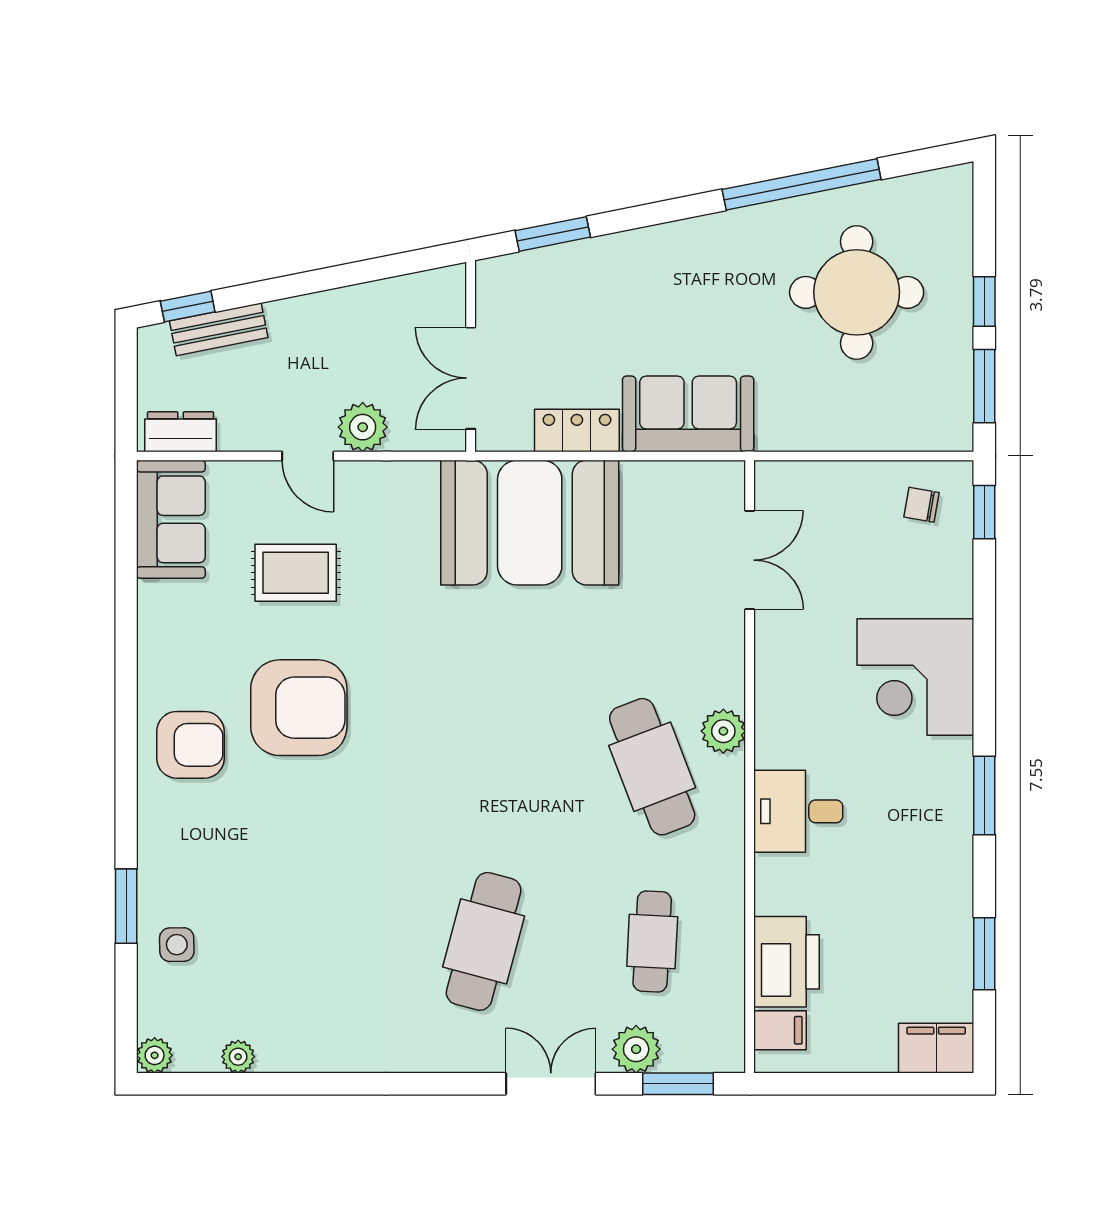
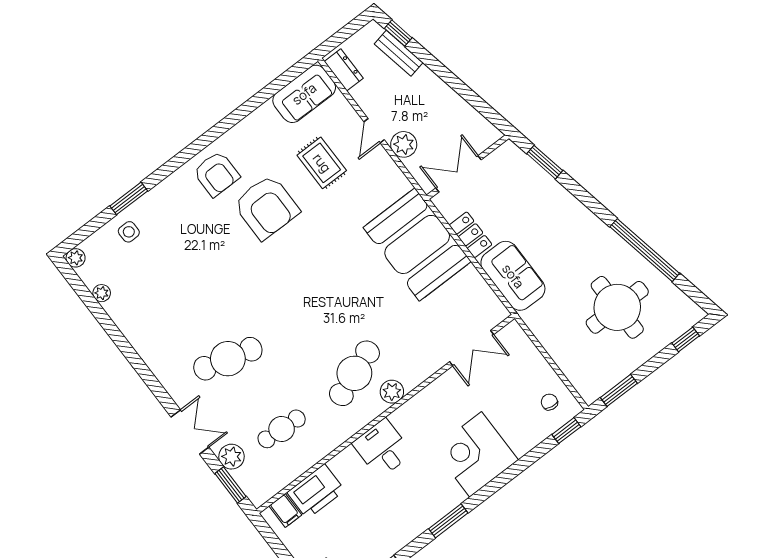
window: (984, 301) -> (686, 339), moved

